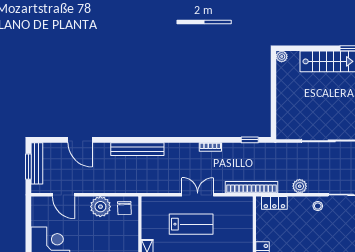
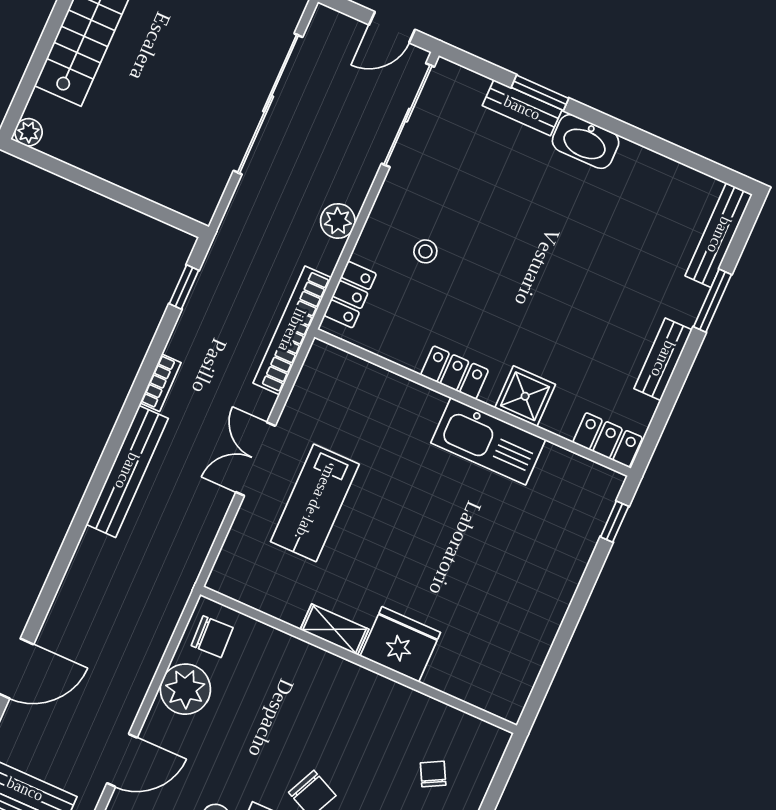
bench: (137, 149) -> (127, 471), moved
stool: (318, 206) -> (425, 251), moved
lab bench: (191, 224) -> (315, 503), turned 180

